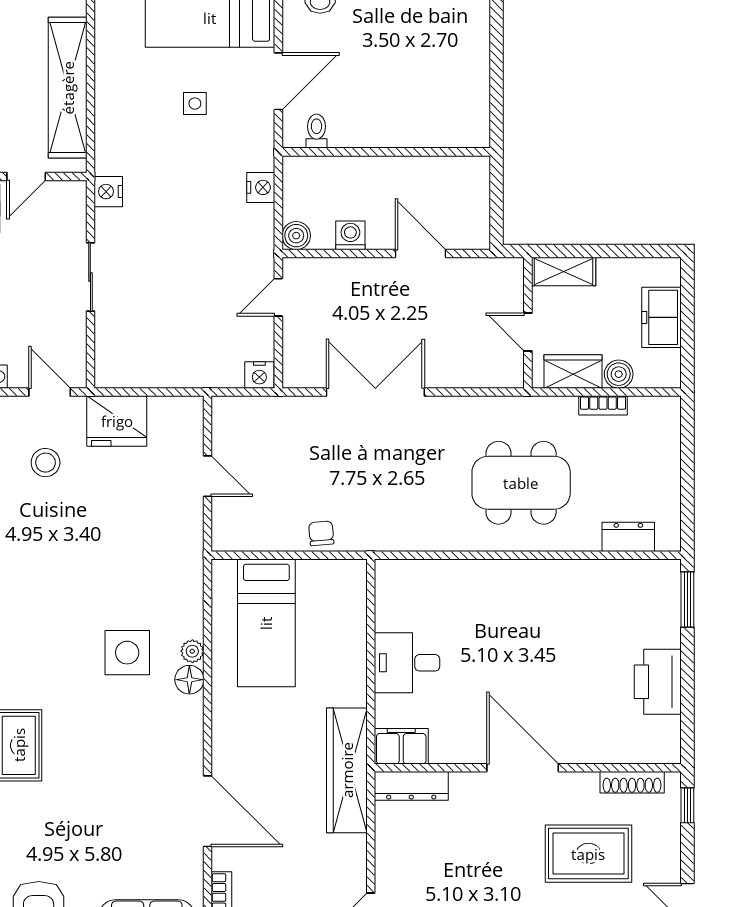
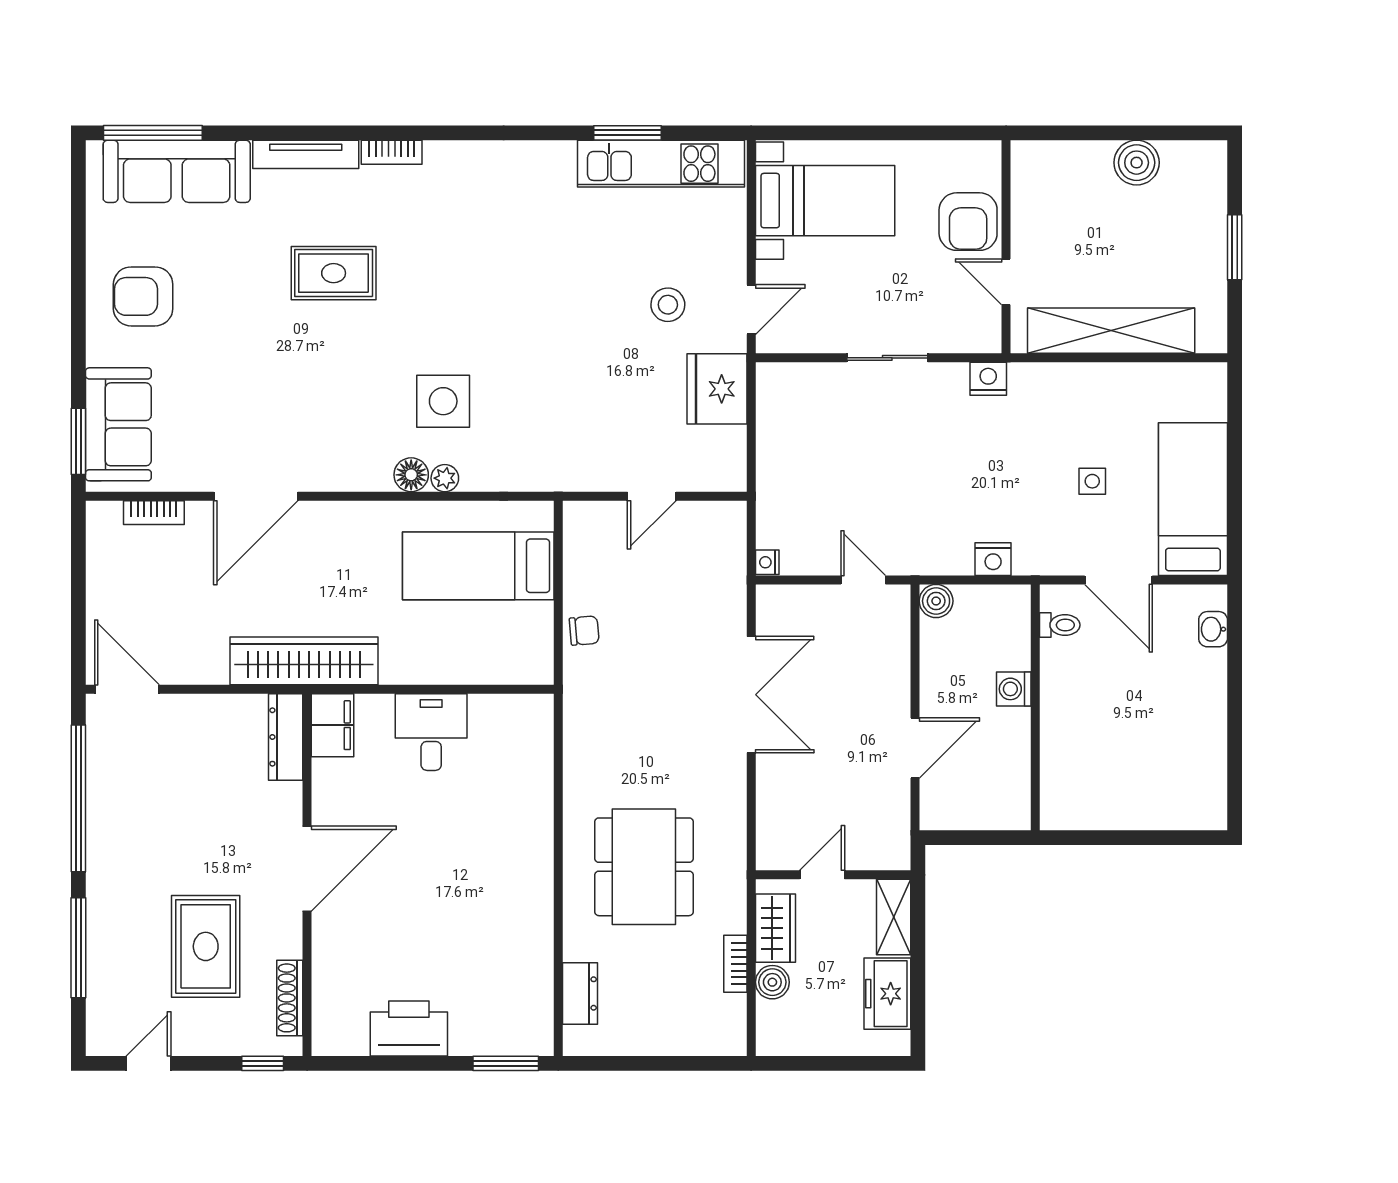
washing machine: (350, 235) -> (1014, 689), moved, turned 180
freezer: (662, 317) -> (887, 994), moved, turned -90
nightstand: (259, 375) -> (767, 562), width x0.72, depth x0.74

